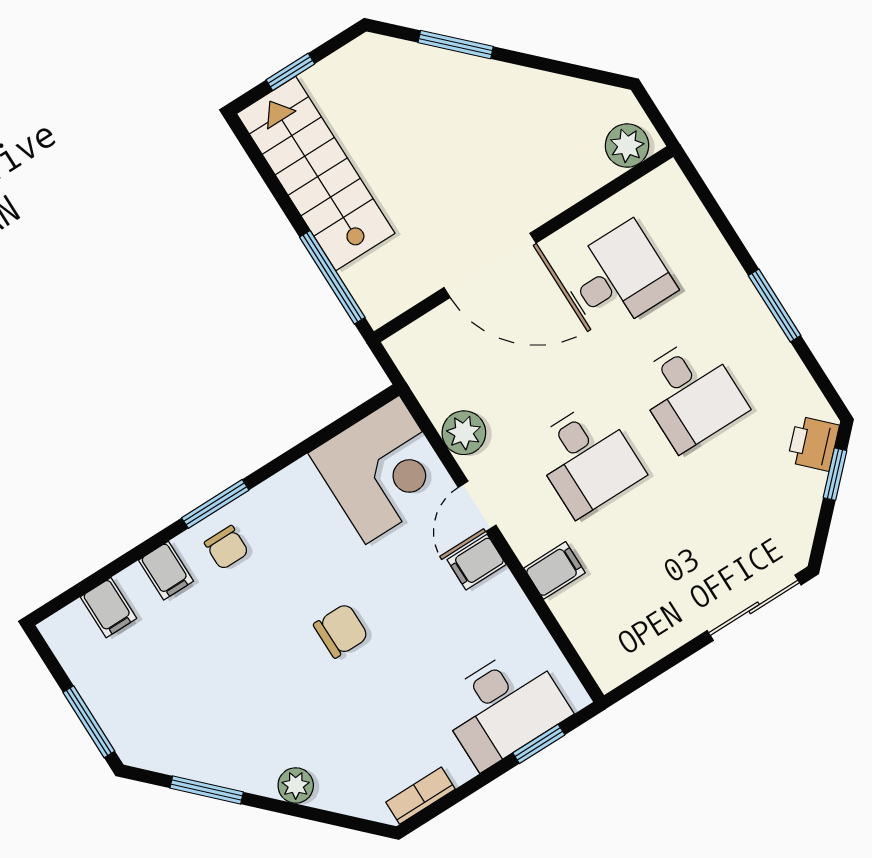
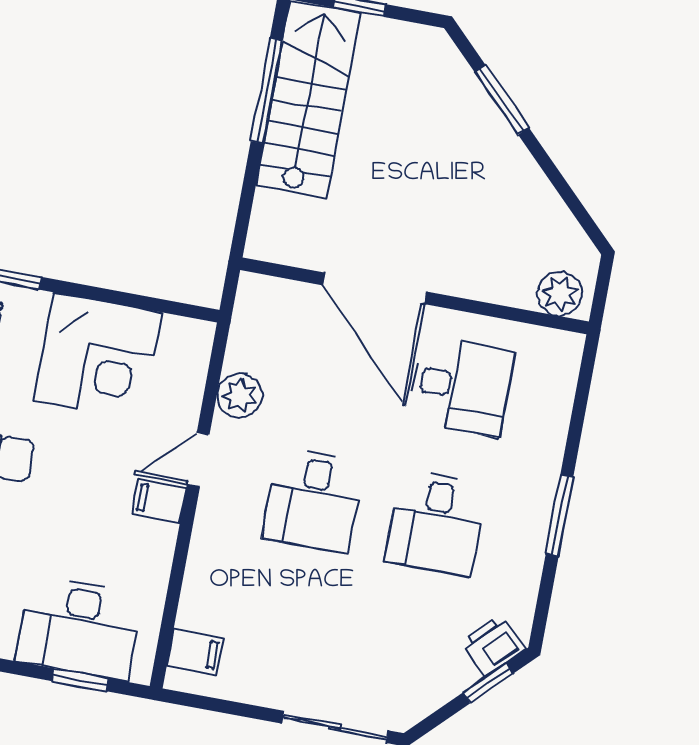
window: (332, 277) -> (267, 91), moved
corner desk: (382, 470) -> (98, 357), moved
filing cabinet: (554, 570) -> (195, 652), moved

